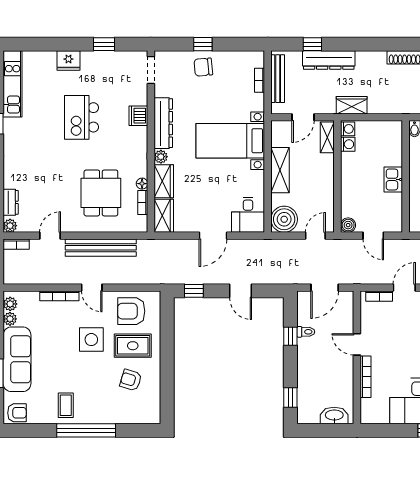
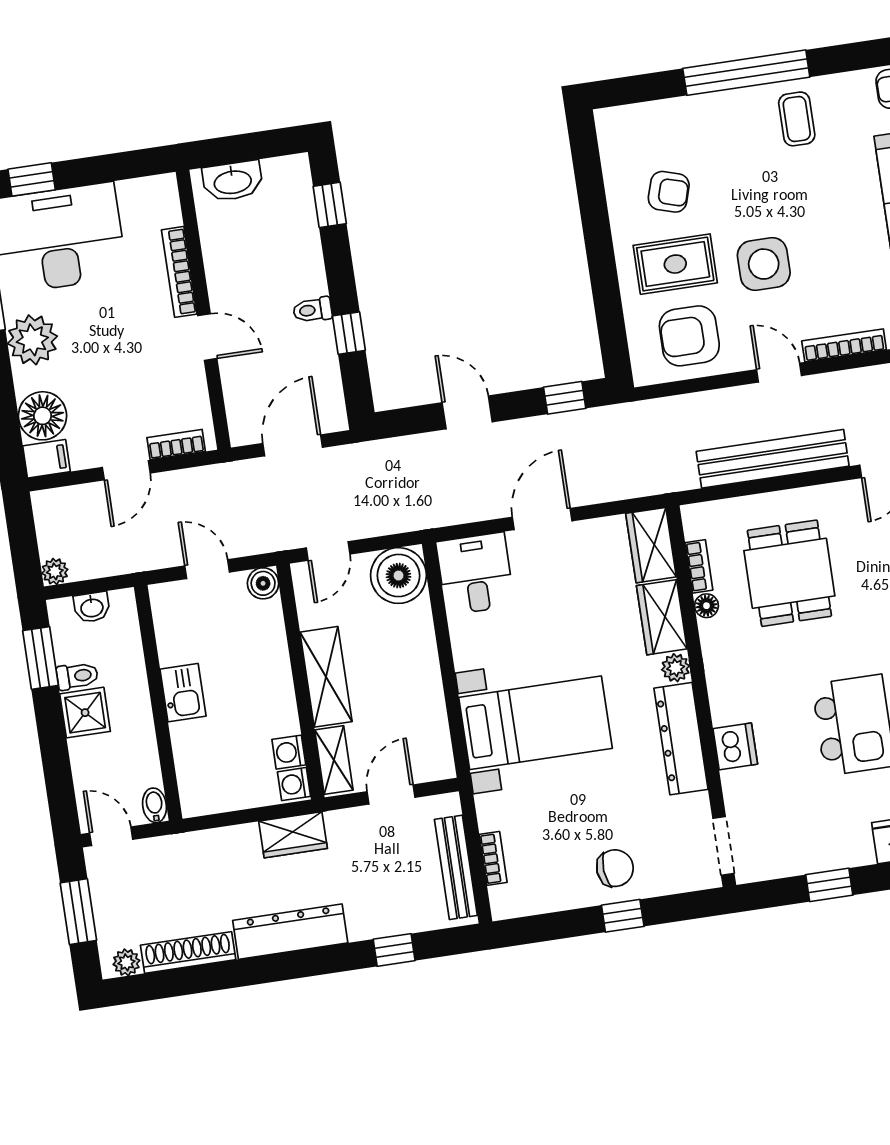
dresser: (329, 60) -> (290, 932), moved
shelving: (280, 170) -> (326, 677), moved
armchair: (131, 311) -> (689, 336), turned 180
toilet: (306, 332) -> (313, 310), moved

